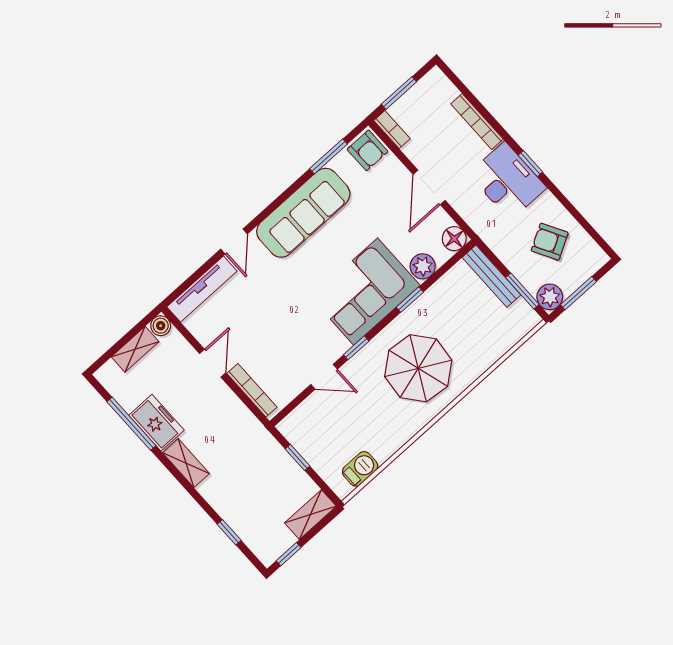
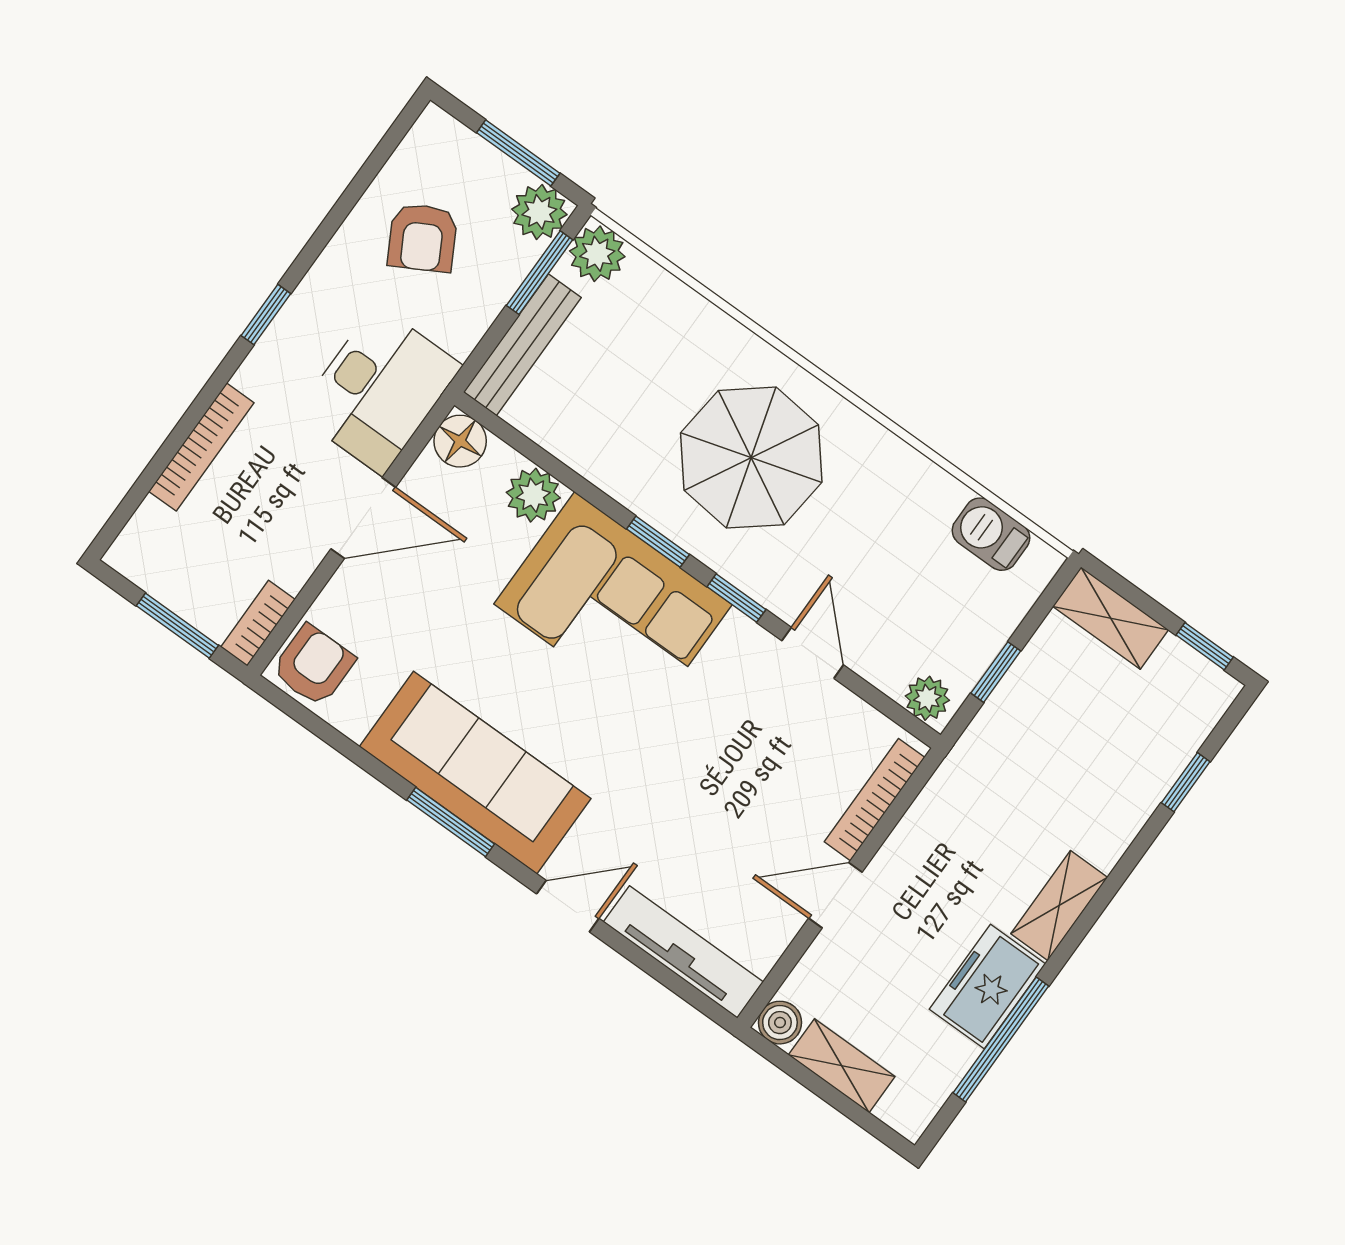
window: (328, 156) -> (451, 822), moved
desk: (507, 181) -> (379, 390), moved, turned 180
window: (410, 300) -> (658, 542), moved
plant: (525, 319) -> (597, 254), added
plant: (292, 424) -> (927, 698), added

